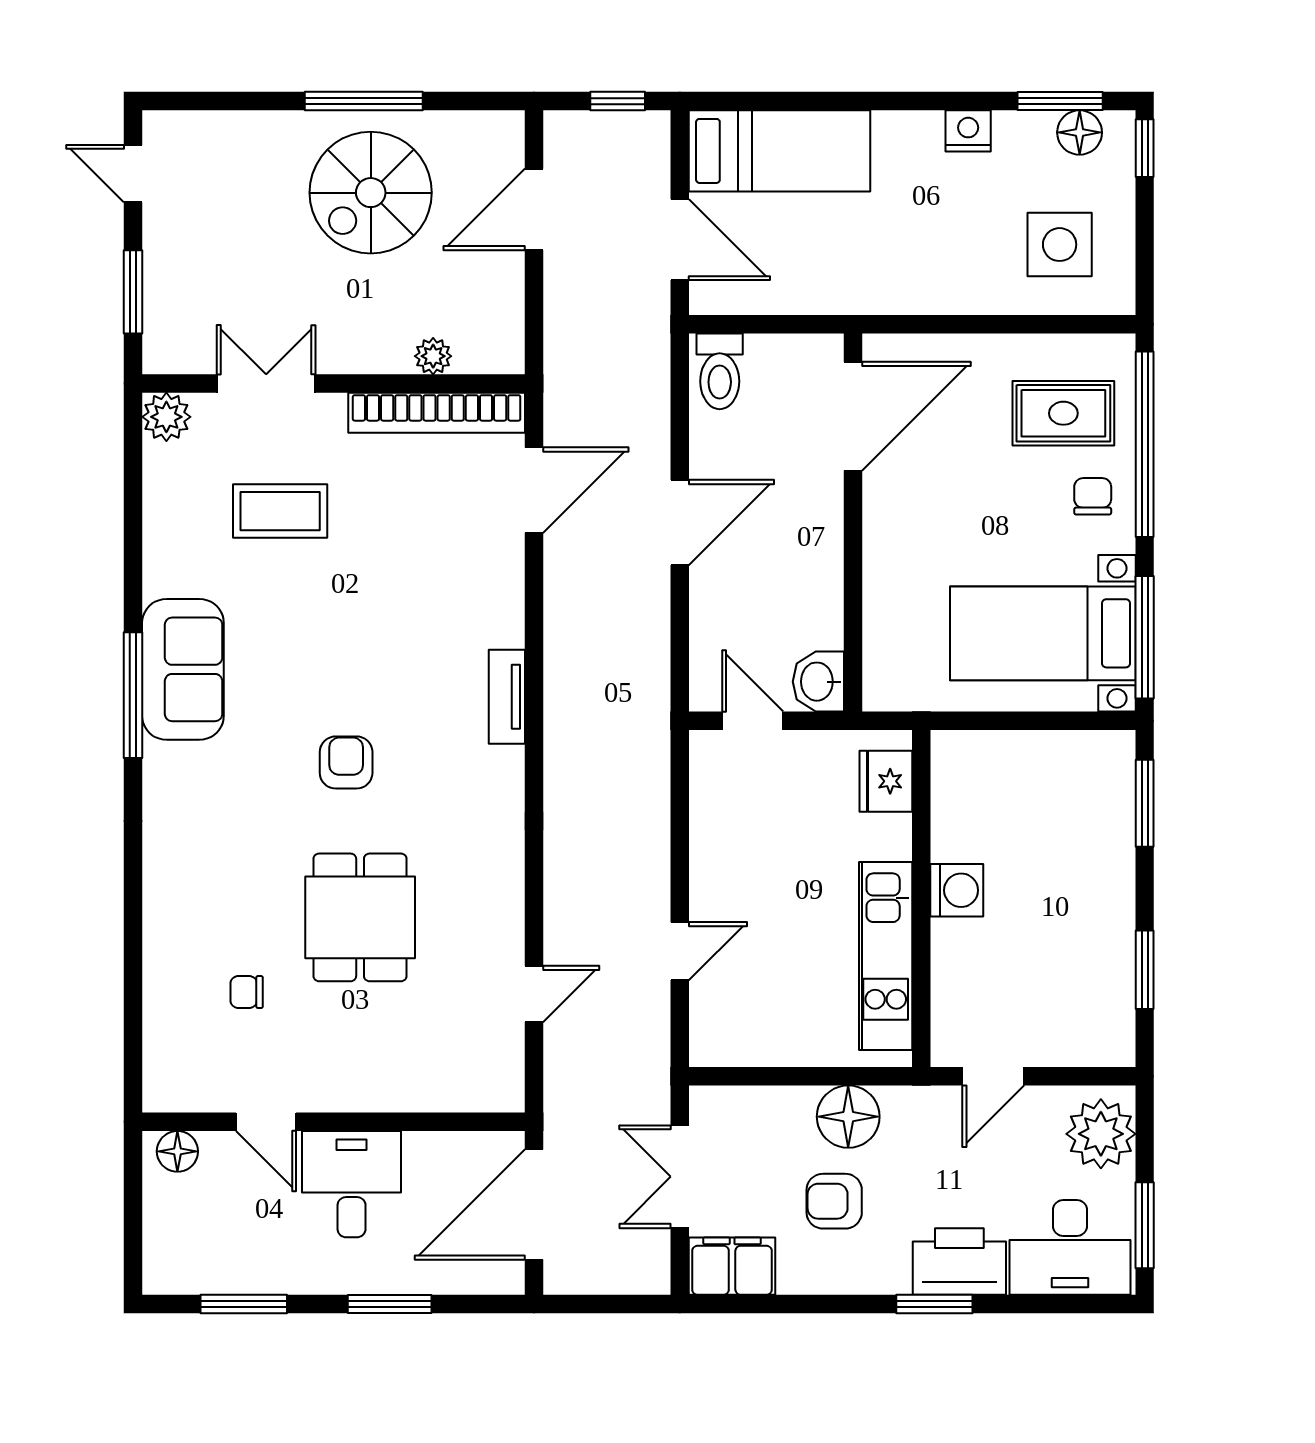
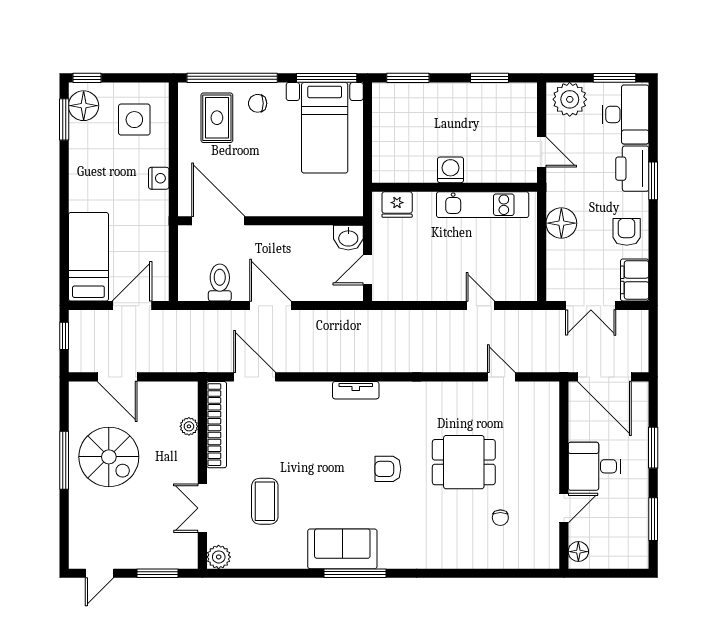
nightstand: (968, 131) -> (159, 178), moved, turned 180
floor lamp: (1080, 132) -> (84, 106), width x1.38, depth x1.38
toilet: (720, 371) -> (220, 282), moved, turned -90
armchair: (834, 1201) -> (627, 232), moved, turned 180

